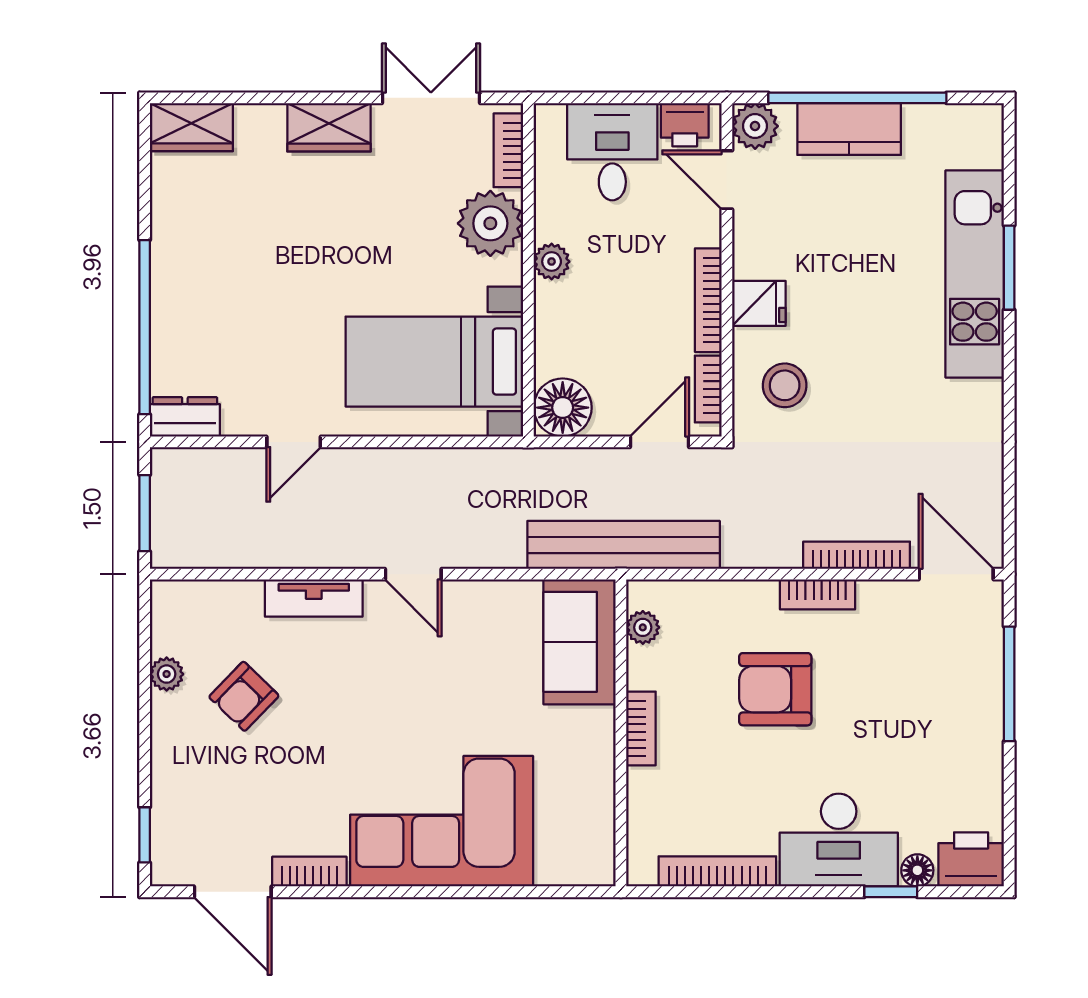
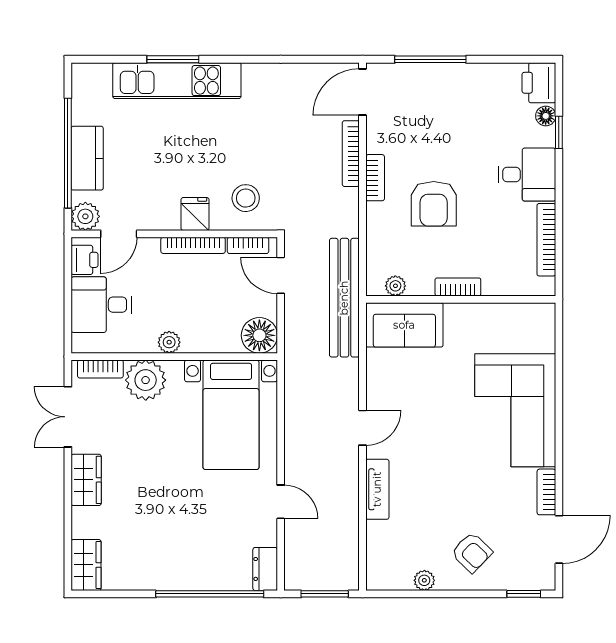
armchair: (244, 696) -> (472, 552), moved
desk: (839, 840) -> (527, 175), width x0.73

